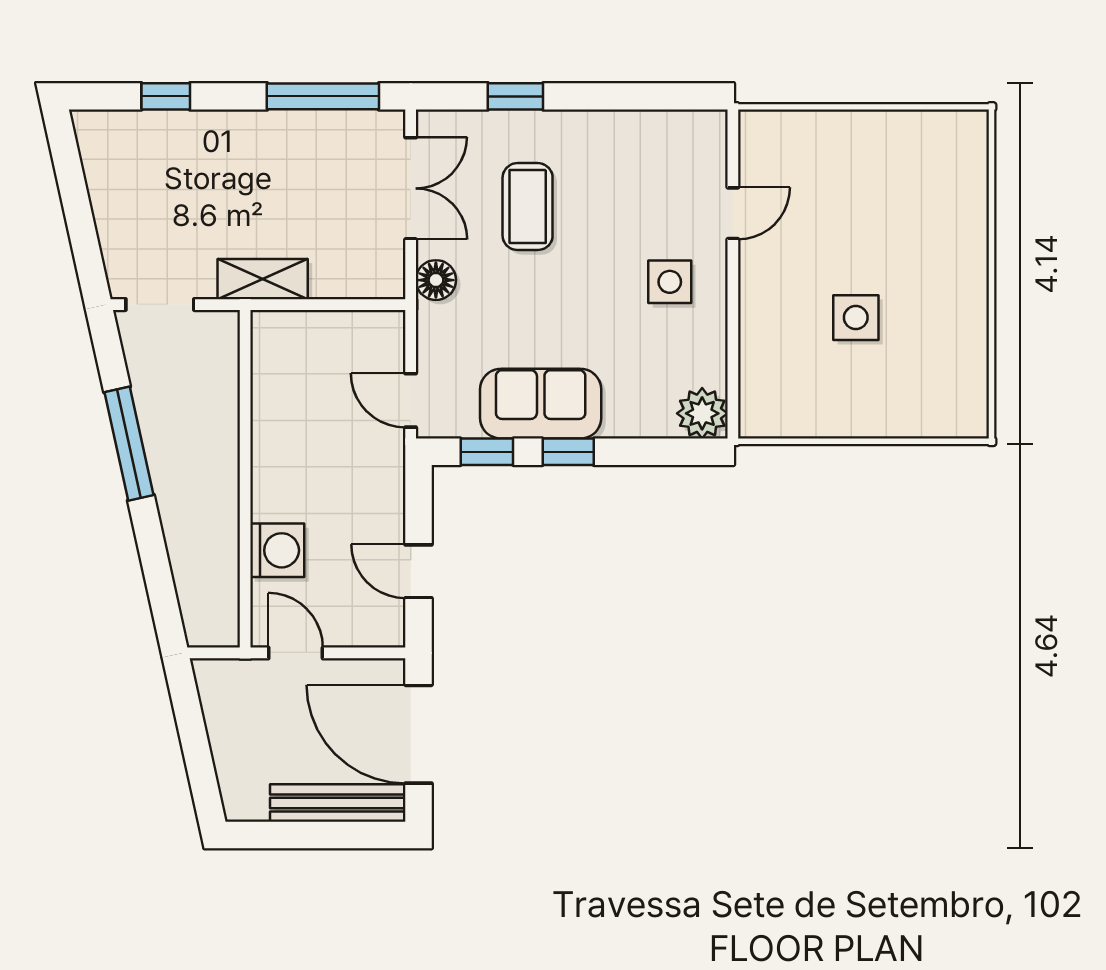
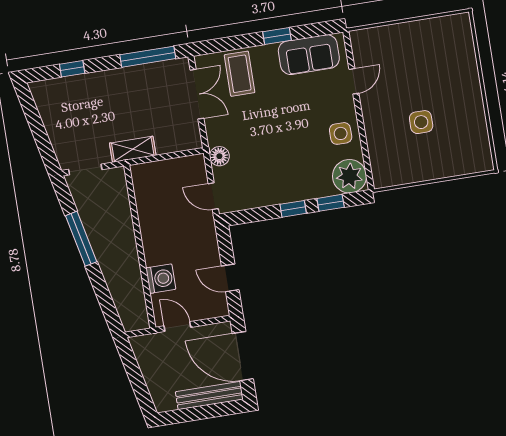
window: (515, 96) -> (277, 36), moved
coffee table: (528, 207) -> (240, 74), moved
floor lamp: (436, 280) -> (219, 156), moved
side table: (670, 282) -> (341, 133), moved
sofa: (541, 404) -> (309, 55), moved, turned 180
plant: (702, 413) -> (349, 176), width x1.36, depth x1.36
window: (487, 452) -> (331, 203), moved

